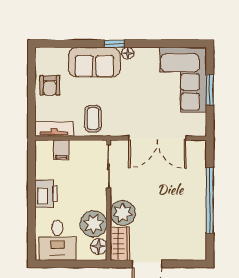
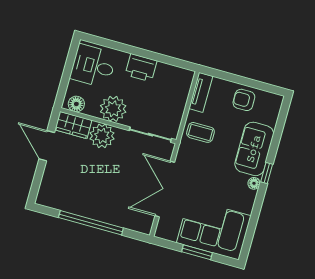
filing cabinet: (61, 150) -> (179, 94), removed
plant: (94, 224) -> (113, 109), moved

